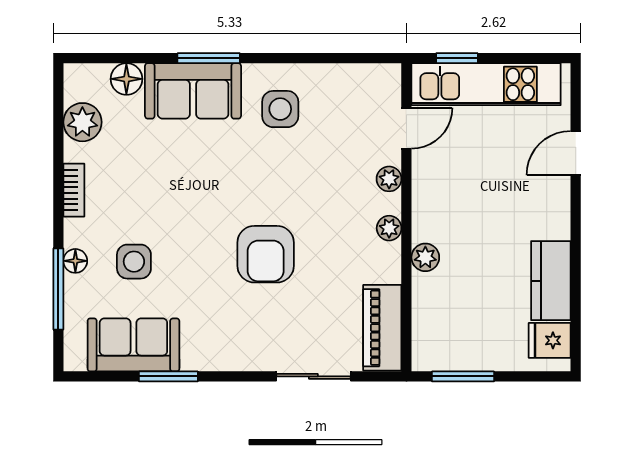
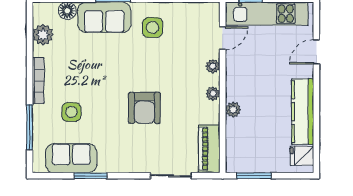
bookcase: (74, 190) -> (38, 81), width x1.56
floor lamp: (75, 261) -> (39, 112), removed
kitchen counter: (551, 281) -> (303, 112), width x1.50

